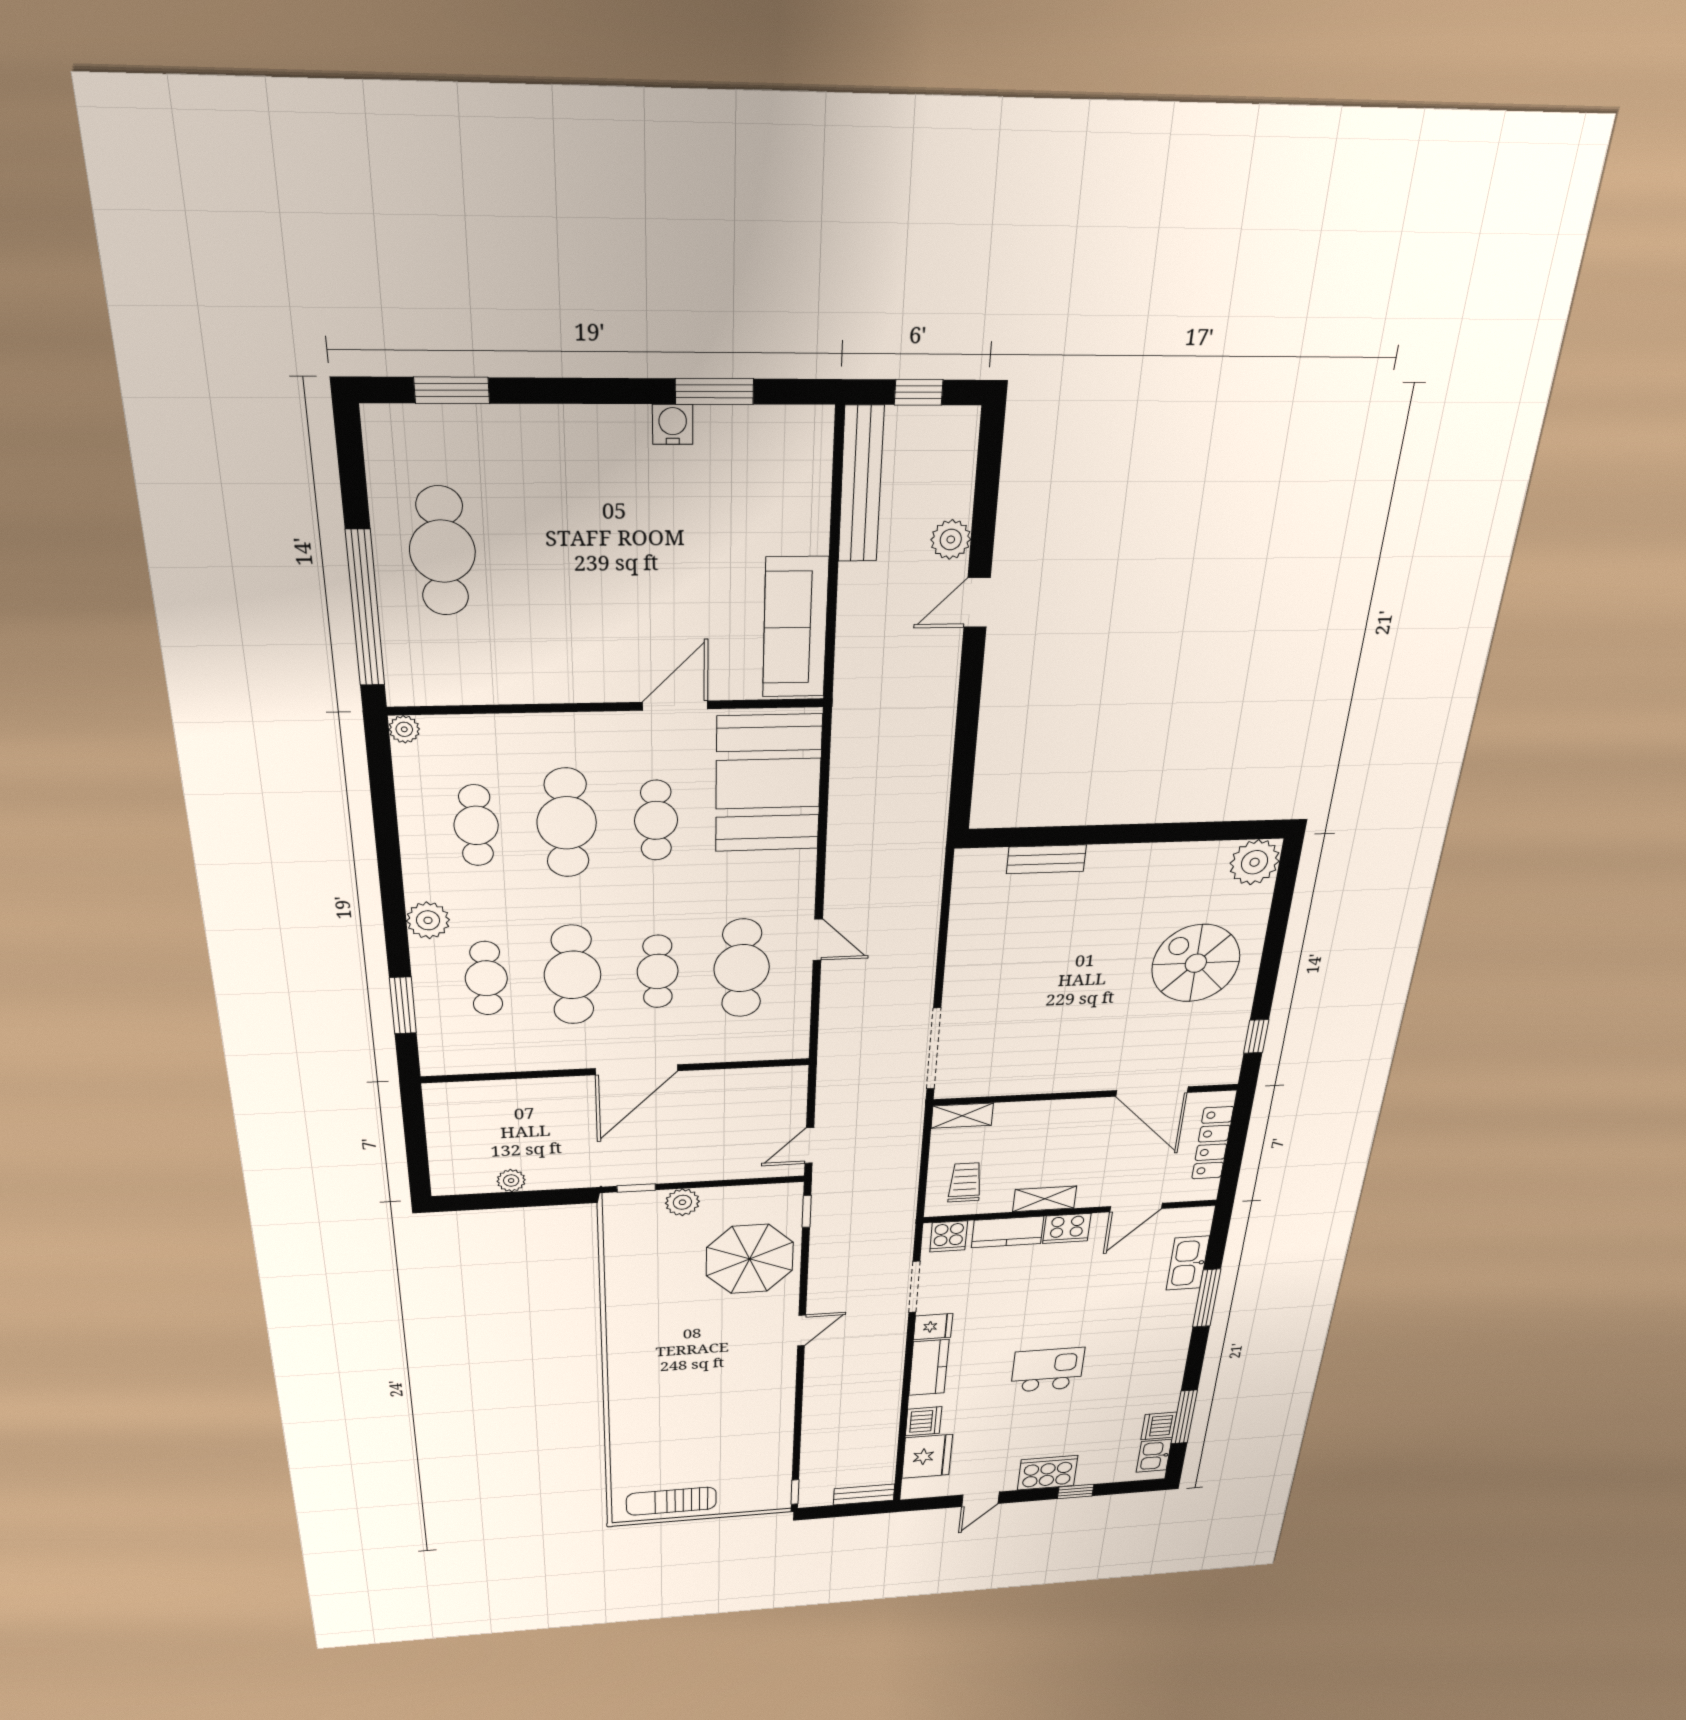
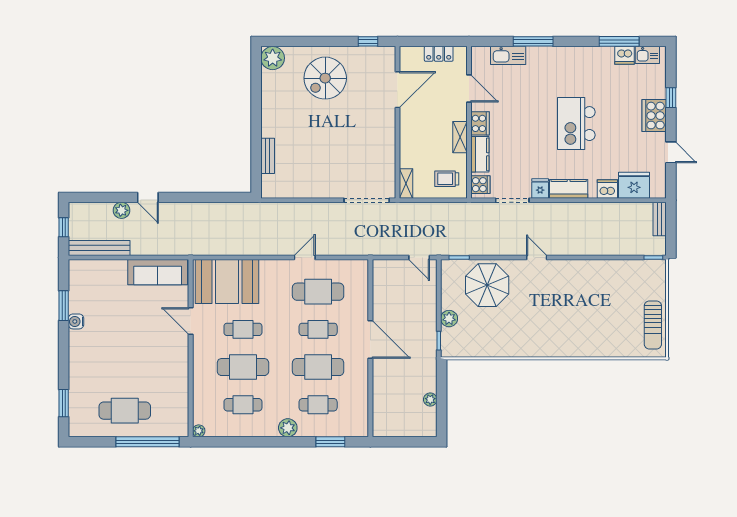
locker: (1213, 1143) -> (439, 54), width x0.66
kitchen island: (1048, 1370) -> (576, 124), width x1.37, depth x1.28

